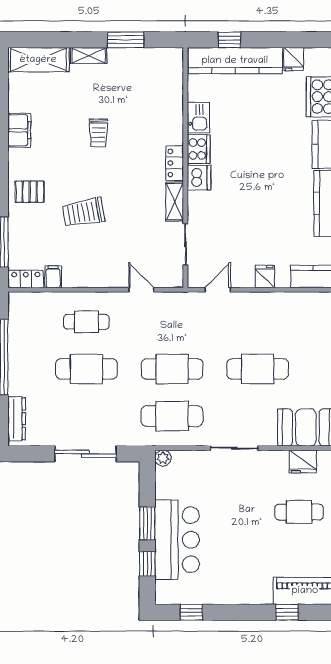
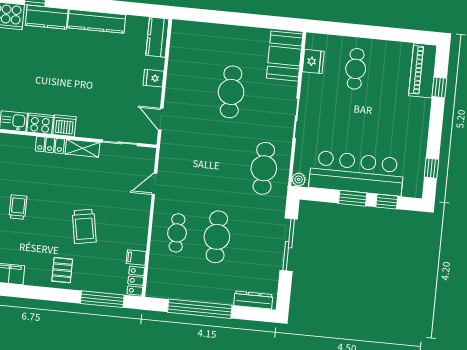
trolley: (98, 133) -> (18, 207), turned -90
cafe table: (172, 369) -> (224, 164), removed
bar counter: (177, 540) -> (357, 173), width x1.36

